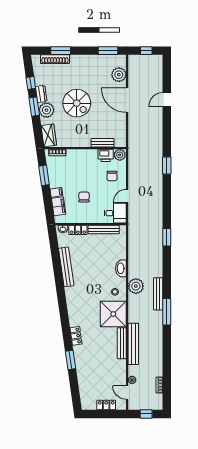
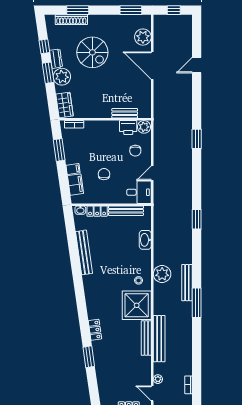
spiral stairs: (77, 103) -> (92, 52), moved
washbasin: (121, 268) -> (145, 240), moved

